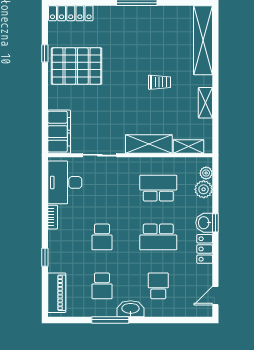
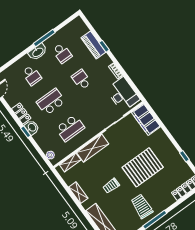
trolley: (141, 30) -> (142, 206), added
pallet: (77, 66) -> (143, 167), moved
plant: (204, 189) -> (45, 145), removed
school desk: (102, 286) -> (62, 53), turned 180
piano: (57, 293) -> (93, 45), moved

